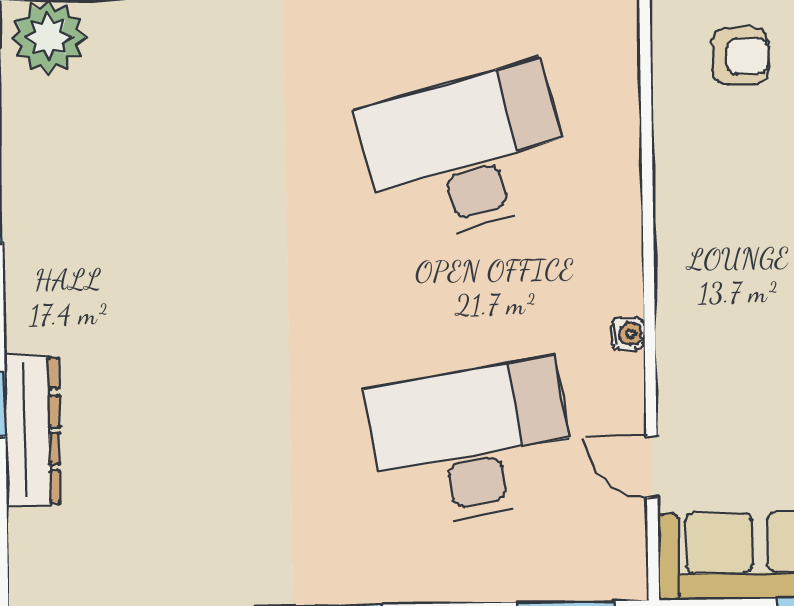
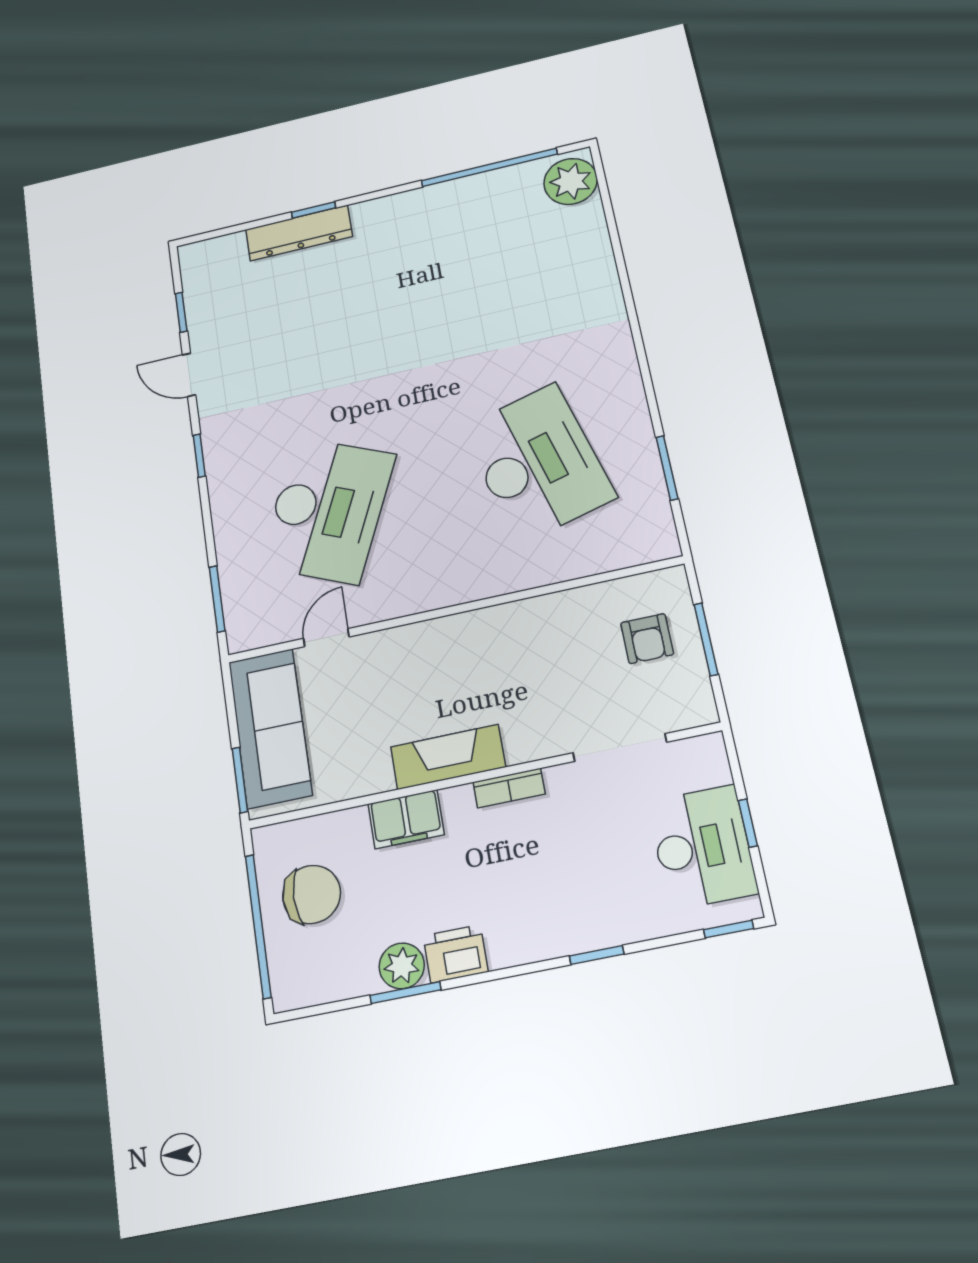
water cooler: (628, 334) -> (422, 601), removed
desk: (471, 443) -> (327, 510), turned 33

